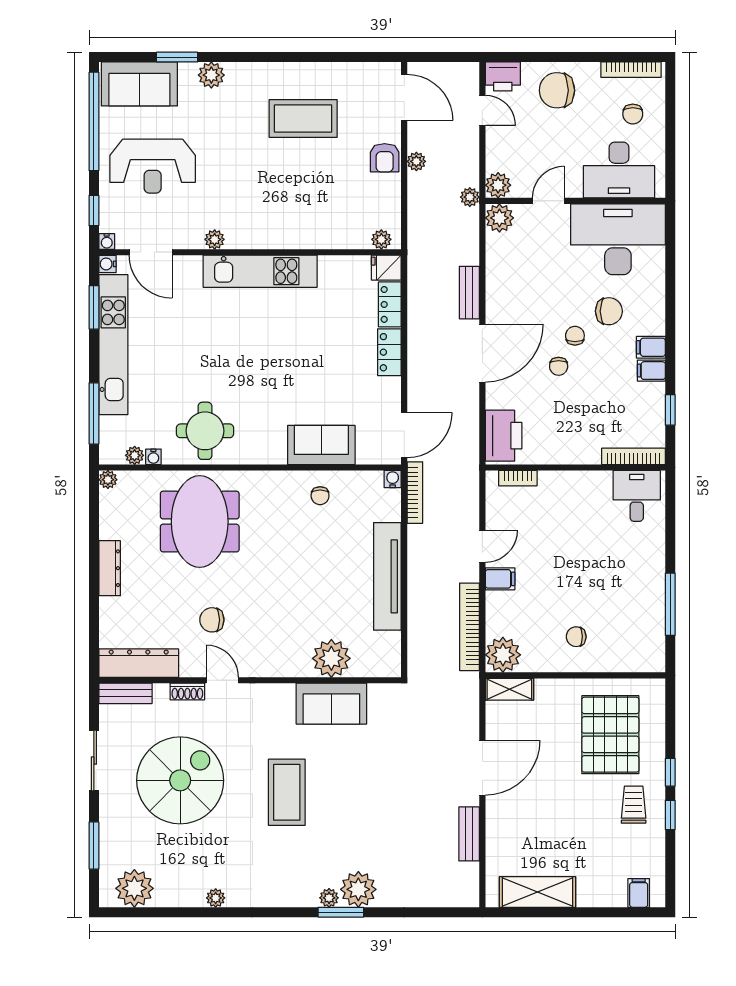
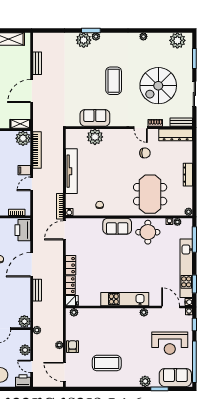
reception desk: (153, 166) -> (170, 343), turned 180
plant: (498, 185) -> (25, 350), moved
sofa: (321, 445) -> (117, 226), moved

